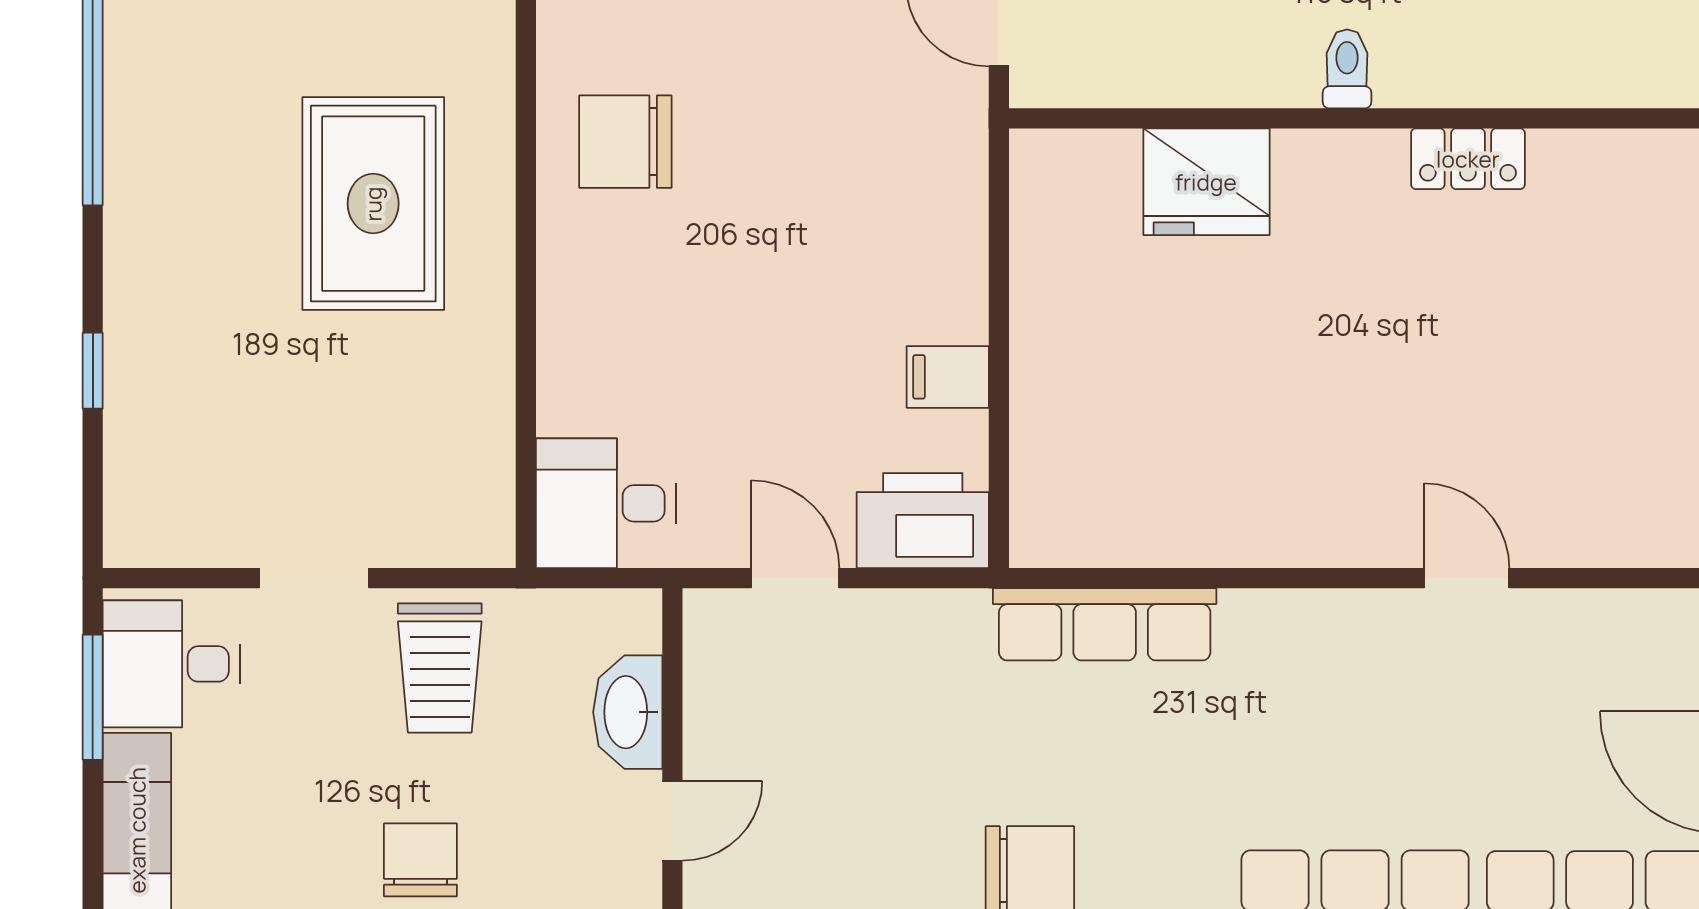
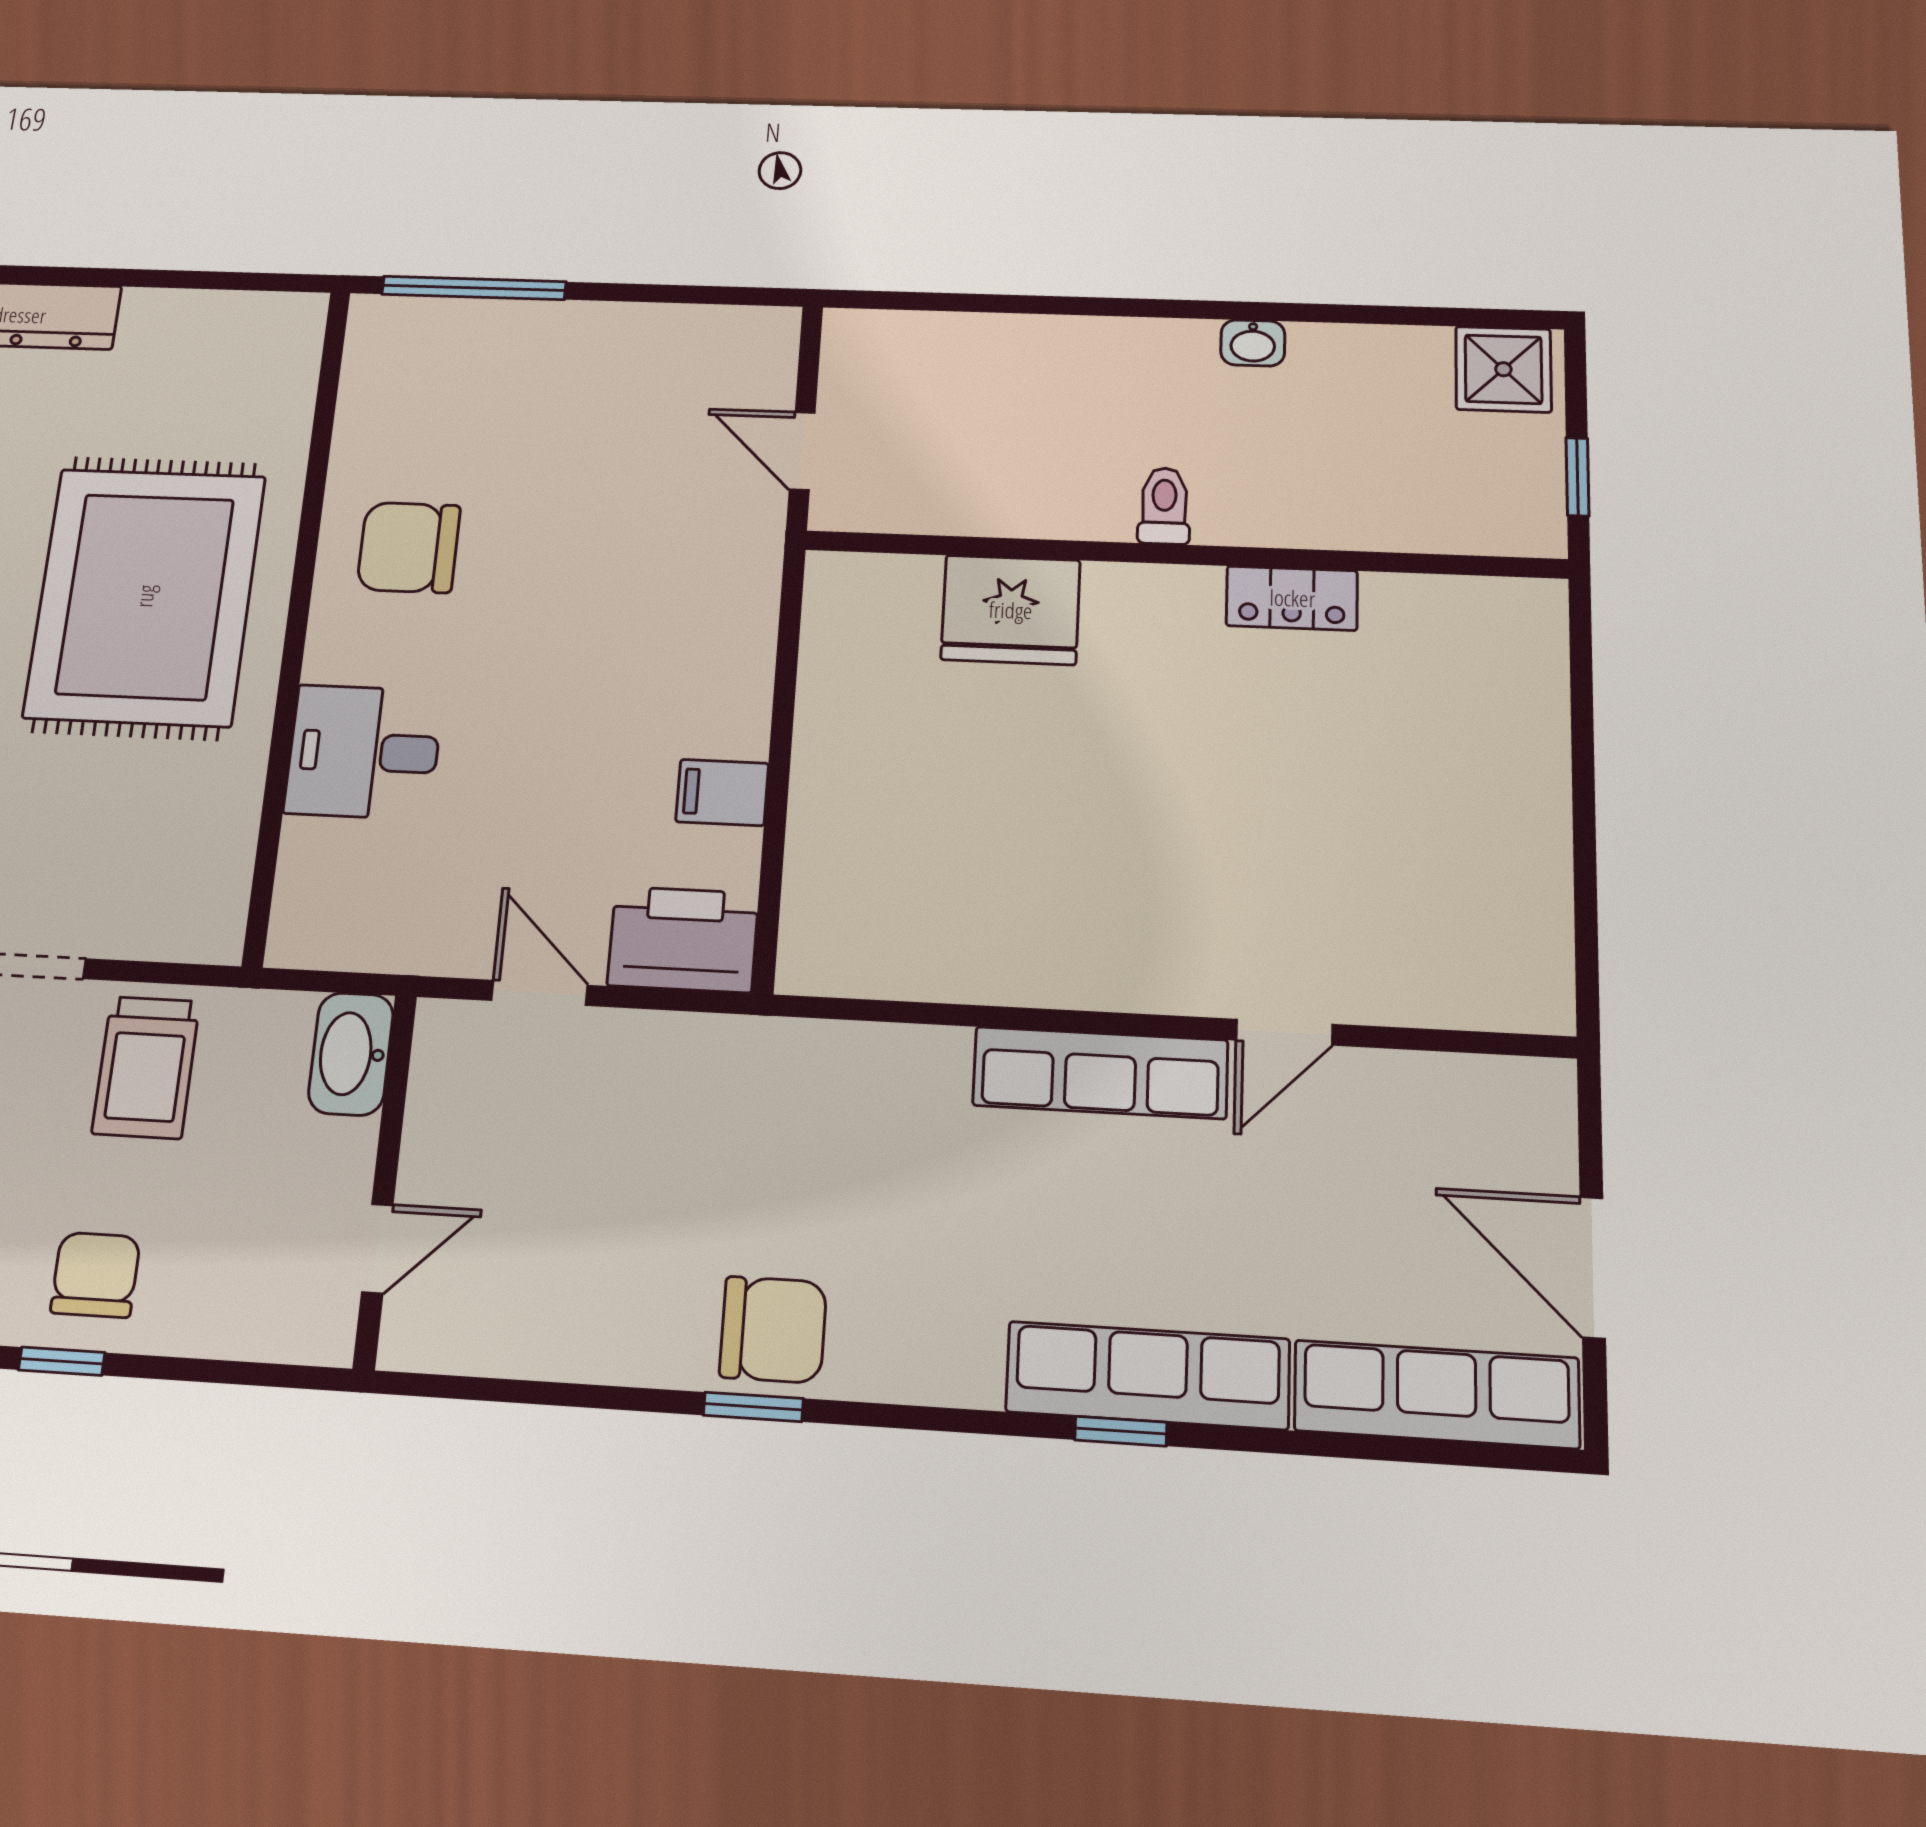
rug: (373, 204) -> (145, 596), width x1.37, depth x1.44
desk: (606, 503) -> (364, 752), moved
door: (1467, 578) -> (1284, 1032), swing flipped
row of seats: (1105, 624) -> (1100, 1073), moved
washbasin: (628, 712) -> (351, 1054), moved

